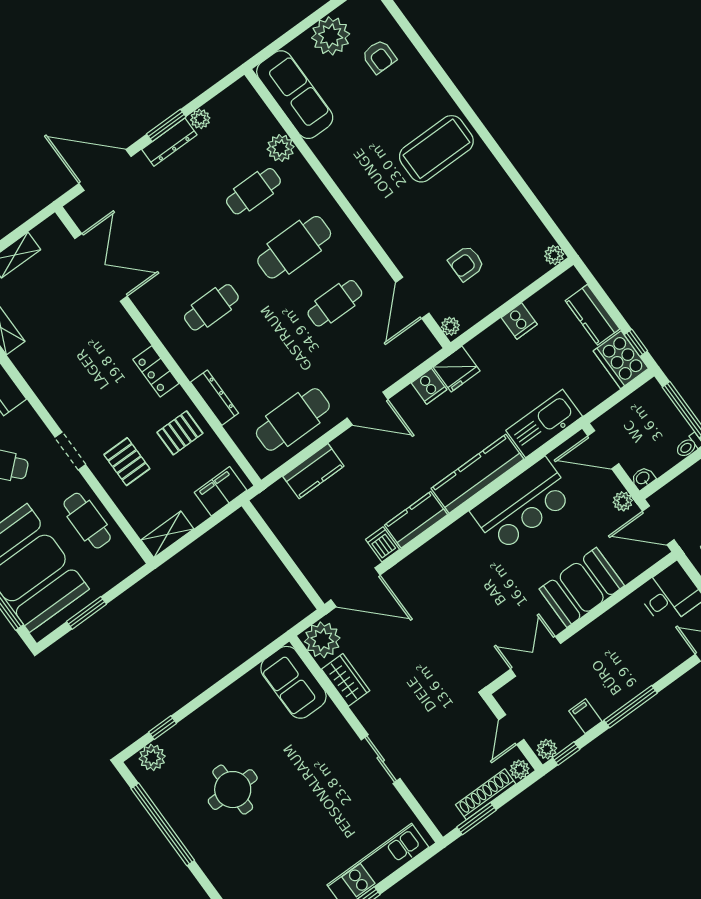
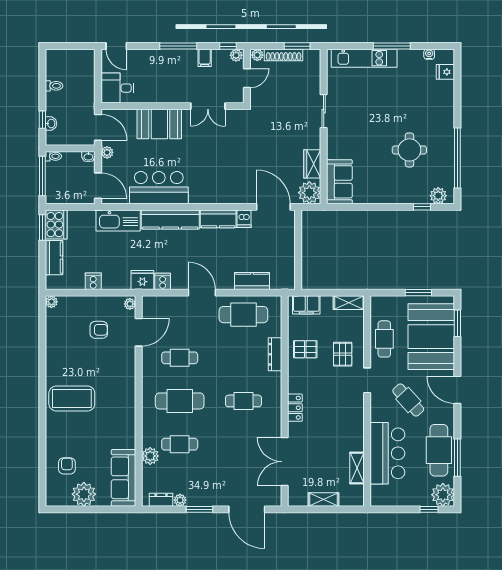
dresser: (169, 142) -> (161, 500), moved, width x0.70
window: (636, 343) -> (42, 228), width x1.50
locker: (156, 371) -> (295, 408), moved

